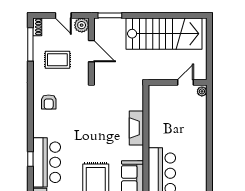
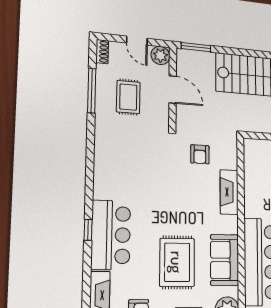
window: (30, 44) -> (92, 91), moved
rug: (57, 60) -> (128, 97), turned 90
armchair: (49, 102) -> (200, 154), moved

